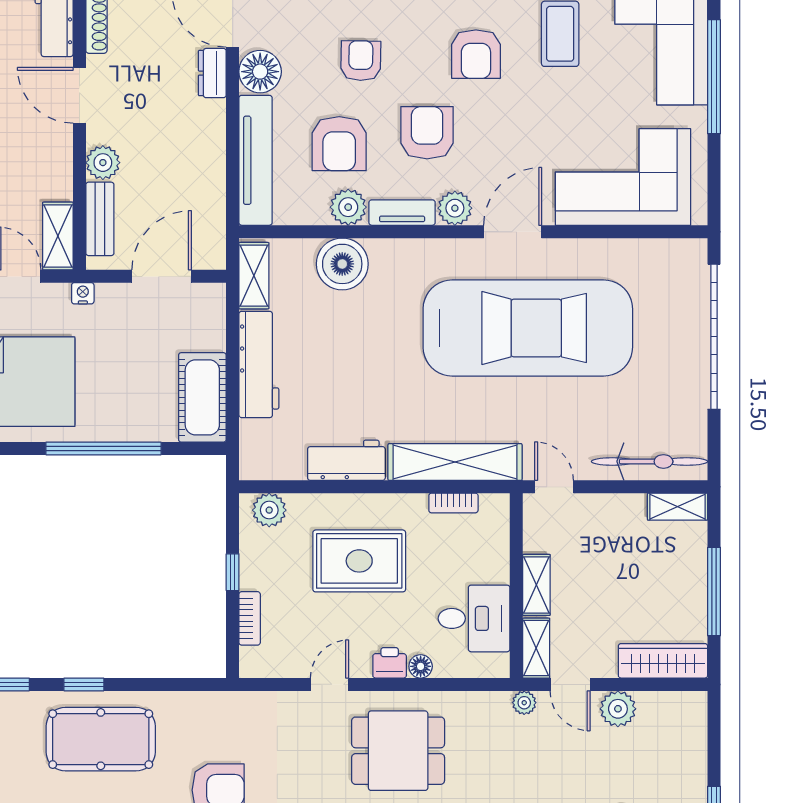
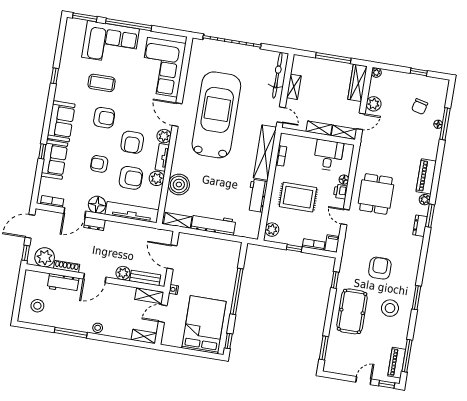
armchair: (427, 133) -> (132, 142), turned -90
cot: (202, 397) -> (223, 249), removed
door: (554, 487) -> (281, 115), swing flipped
shelving: (678, 507) -> (294, 87), moved
rug: (359, 561) -> (298, 197), turned 90
filing cabinet: (259, 663) -> (332, 243), added
window: (84, 684) -> (335, 280), moved
plant: (524, 703) -> (376, 73), moved

